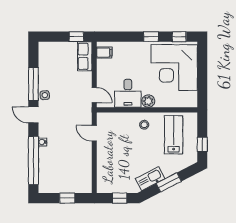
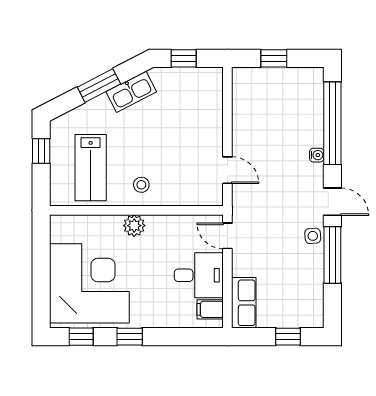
window: (76, 37) -> (288, 337), moved
desk: (128, 93) -> (199, 275), moved, turned 90

